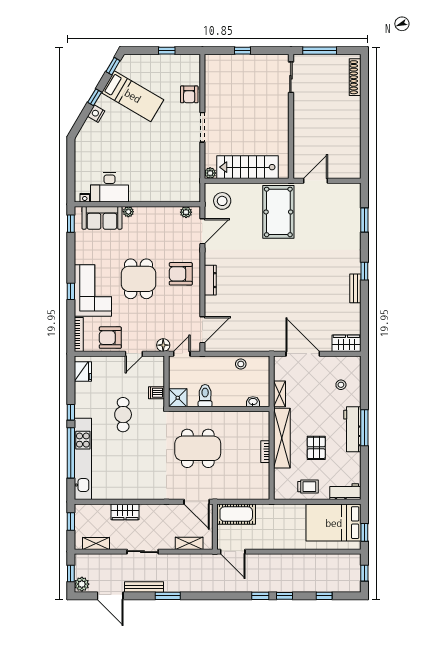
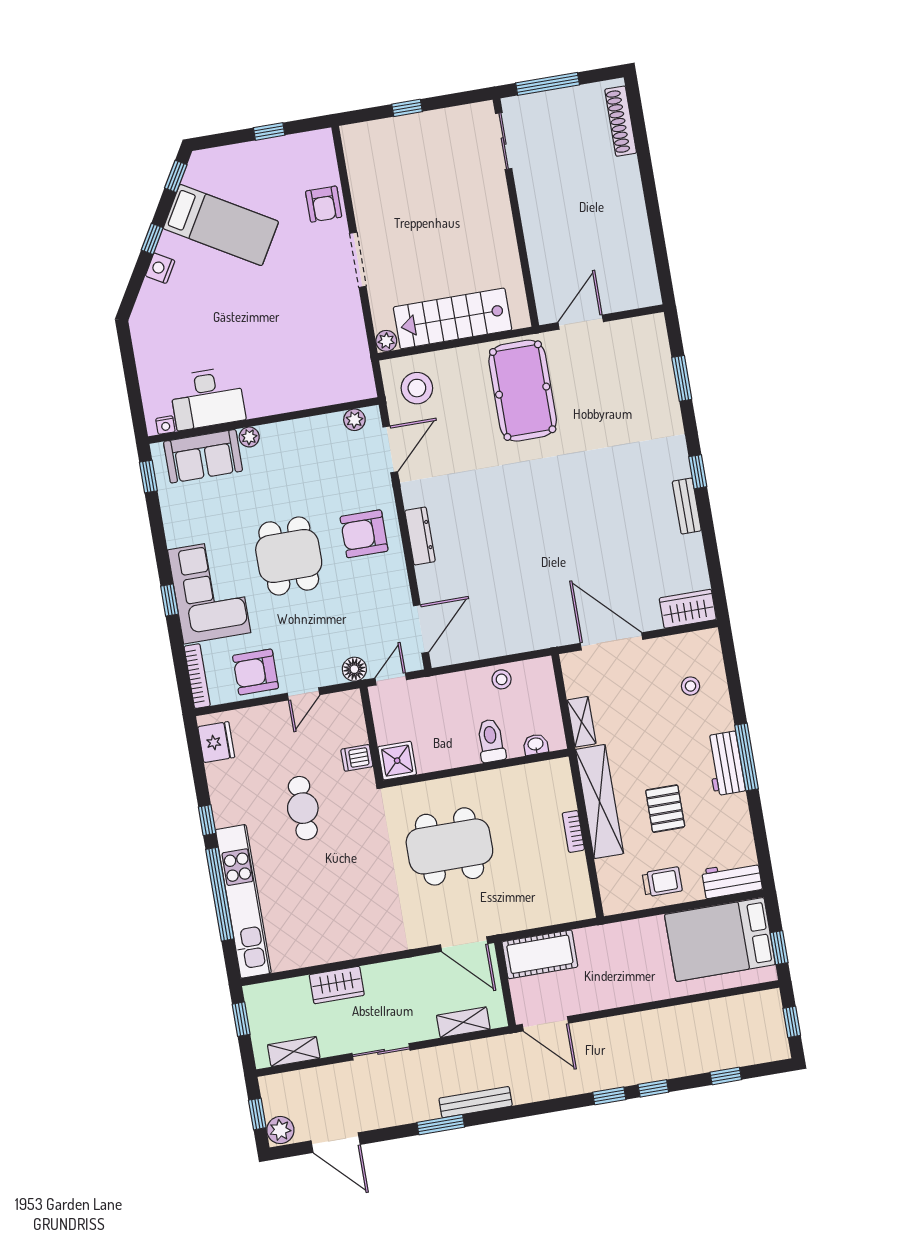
toilet: (205, 396) -> (491, 741), moved
workbench: (352, 429) -> (725, 763), width x0.73
bench: (144, 587) -> (476, 1102), moved

